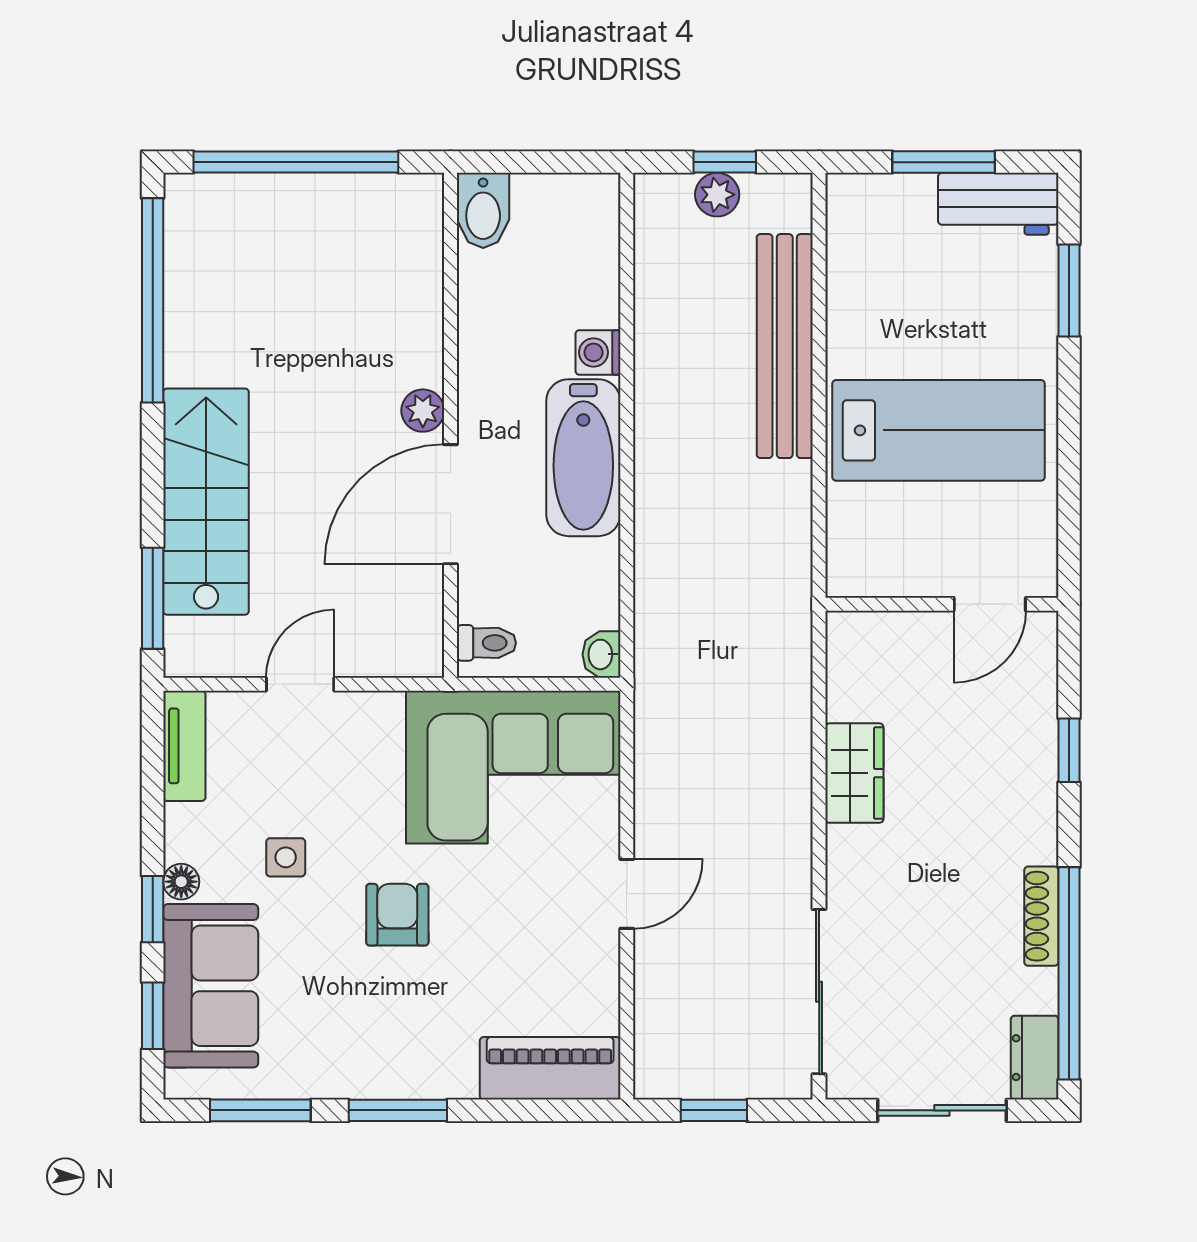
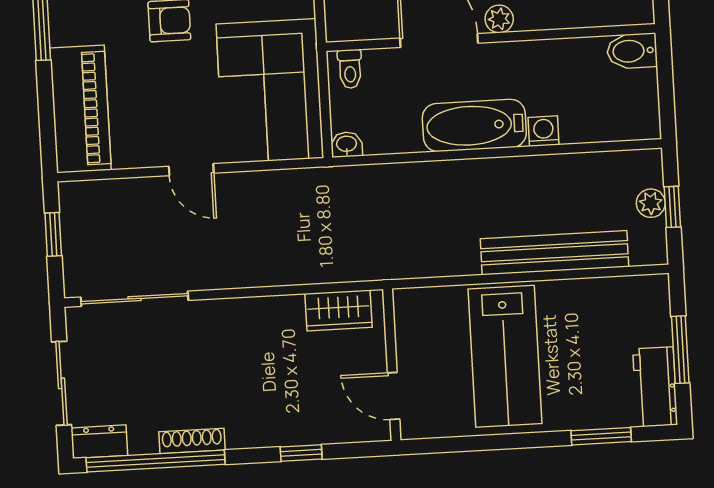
wardrobe: (854, 773) -> (338, 310), moved
piano: (550, 1068) -> (80, 109), width x1.37, depth x1.33

